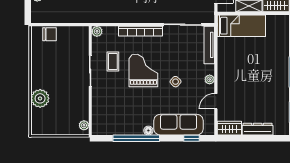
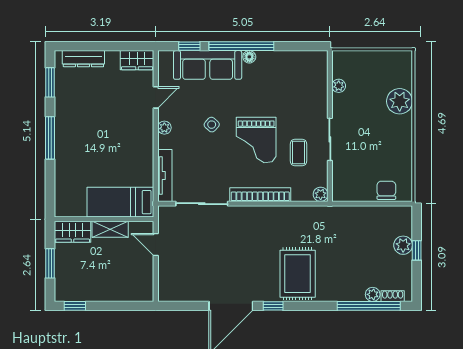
chair: (50, 34) -> (386, 190), turned 90
plant: (84, 125) -> (339, 86), moved
dresser: (258, 129) -> (83, 59), moved
window: (136, 138) -> (241, 46), moved

